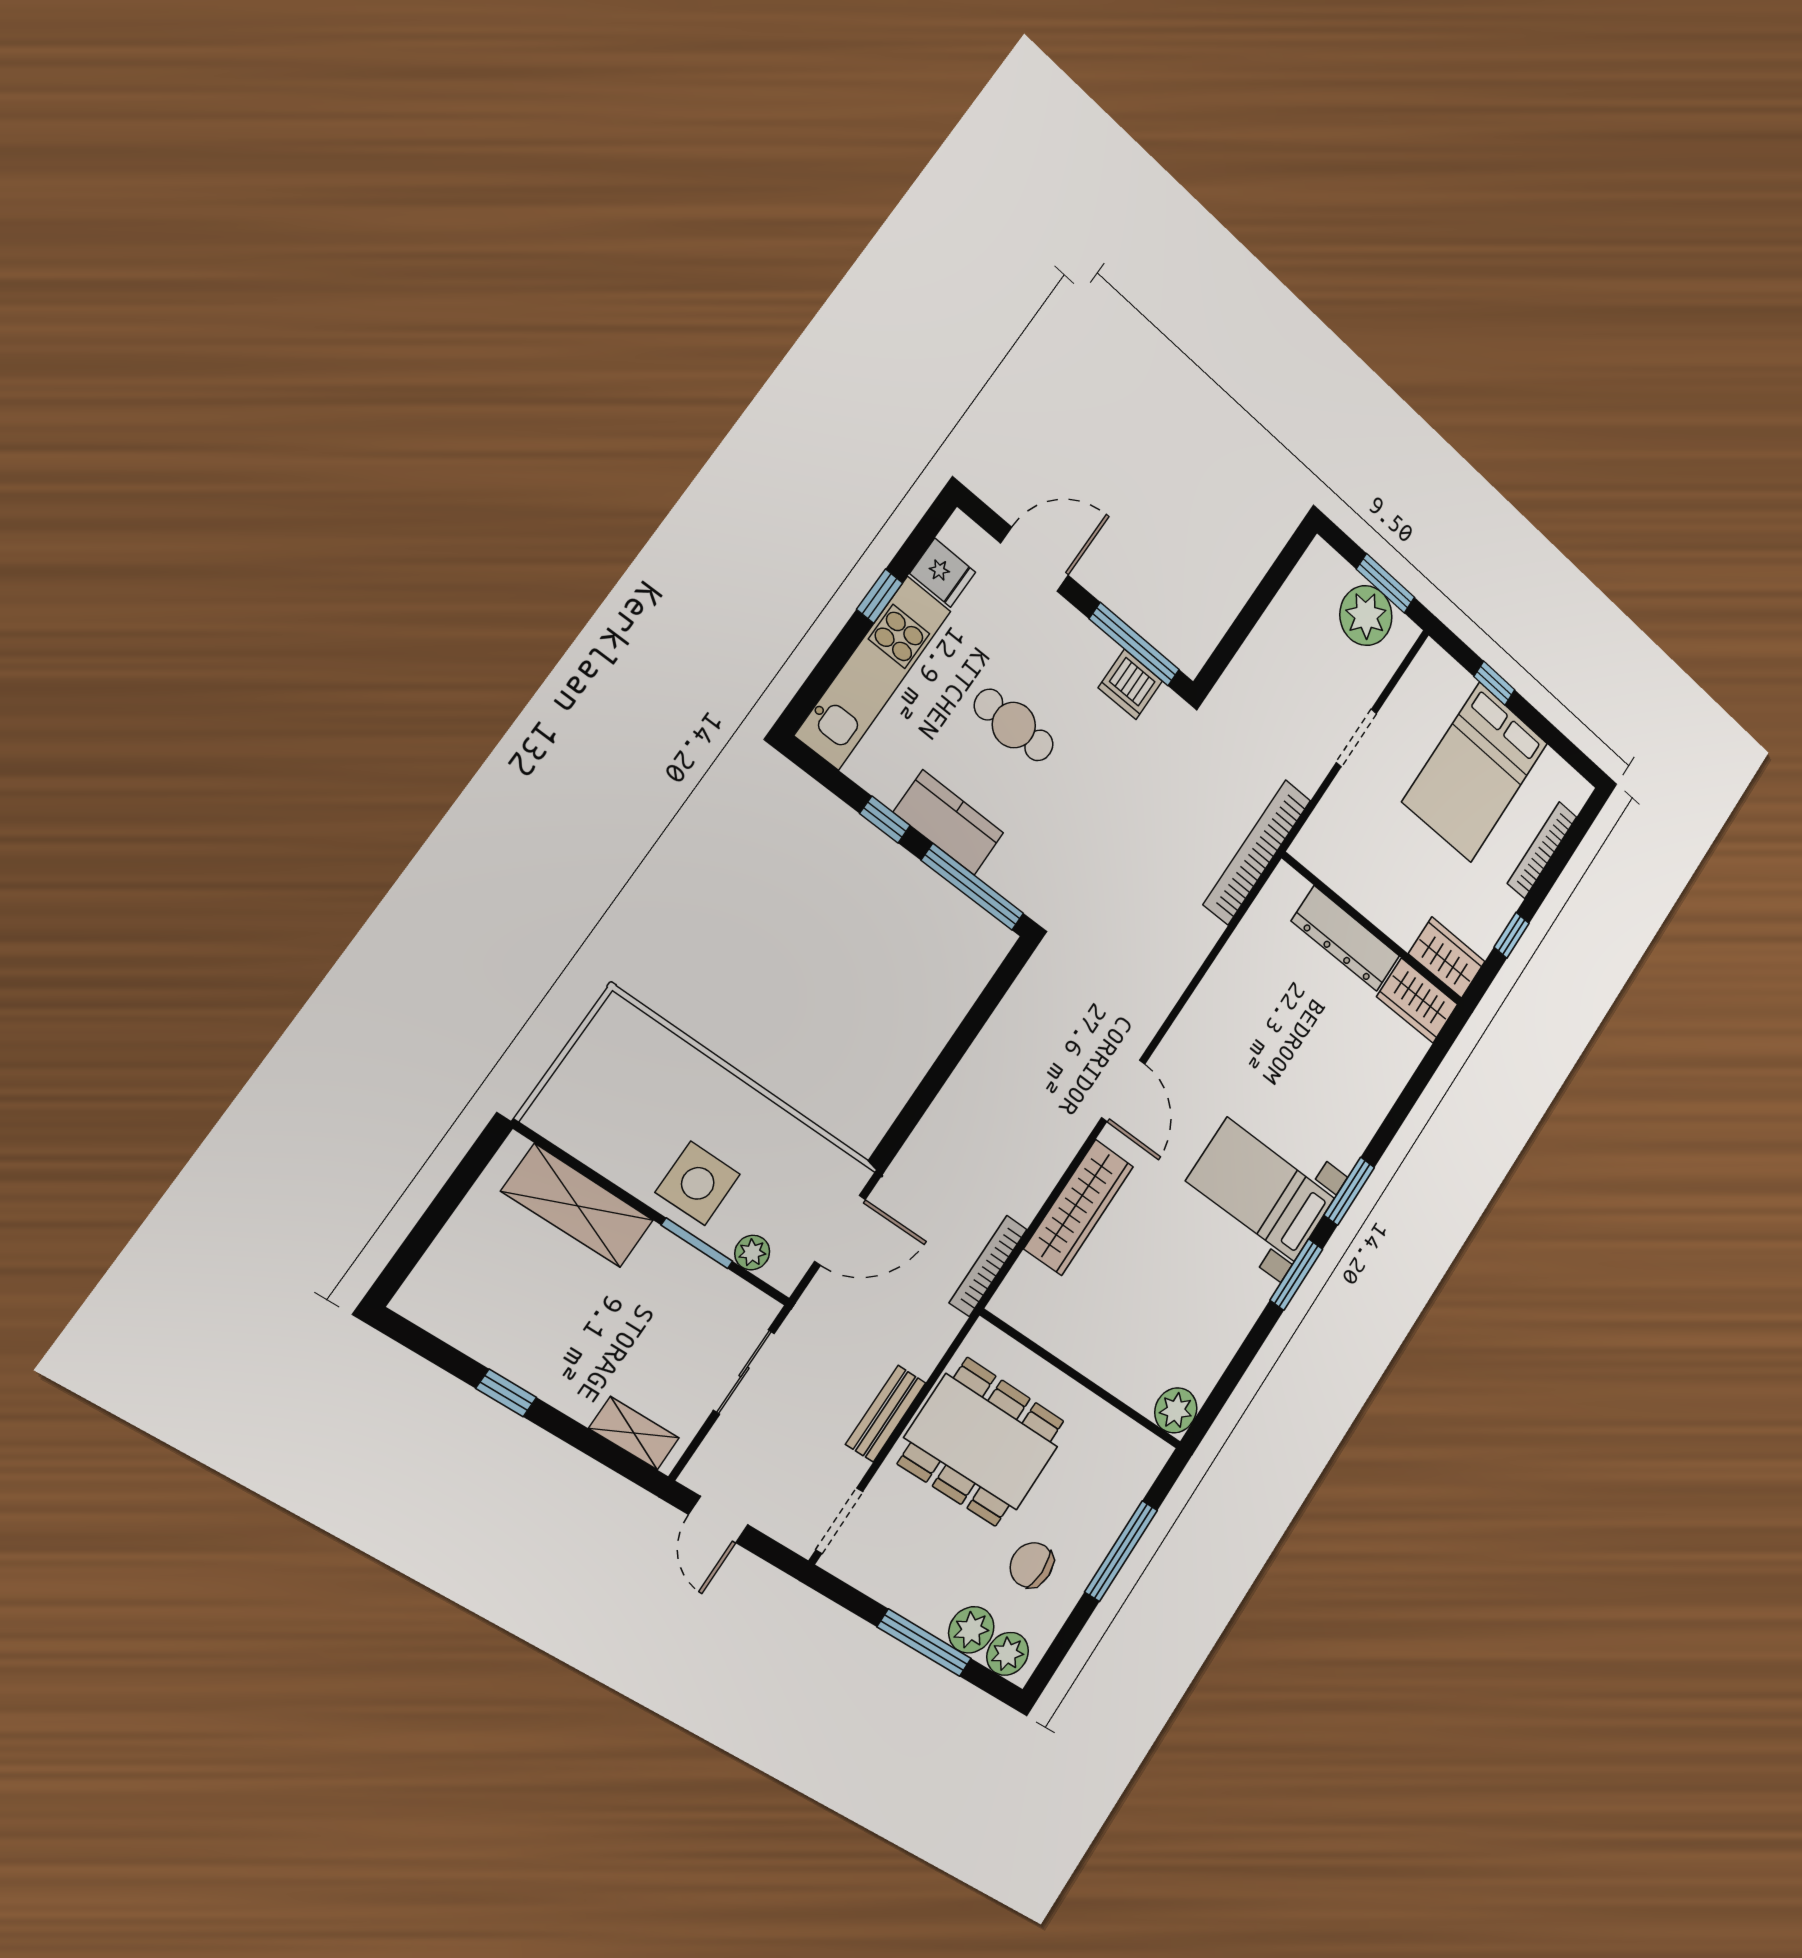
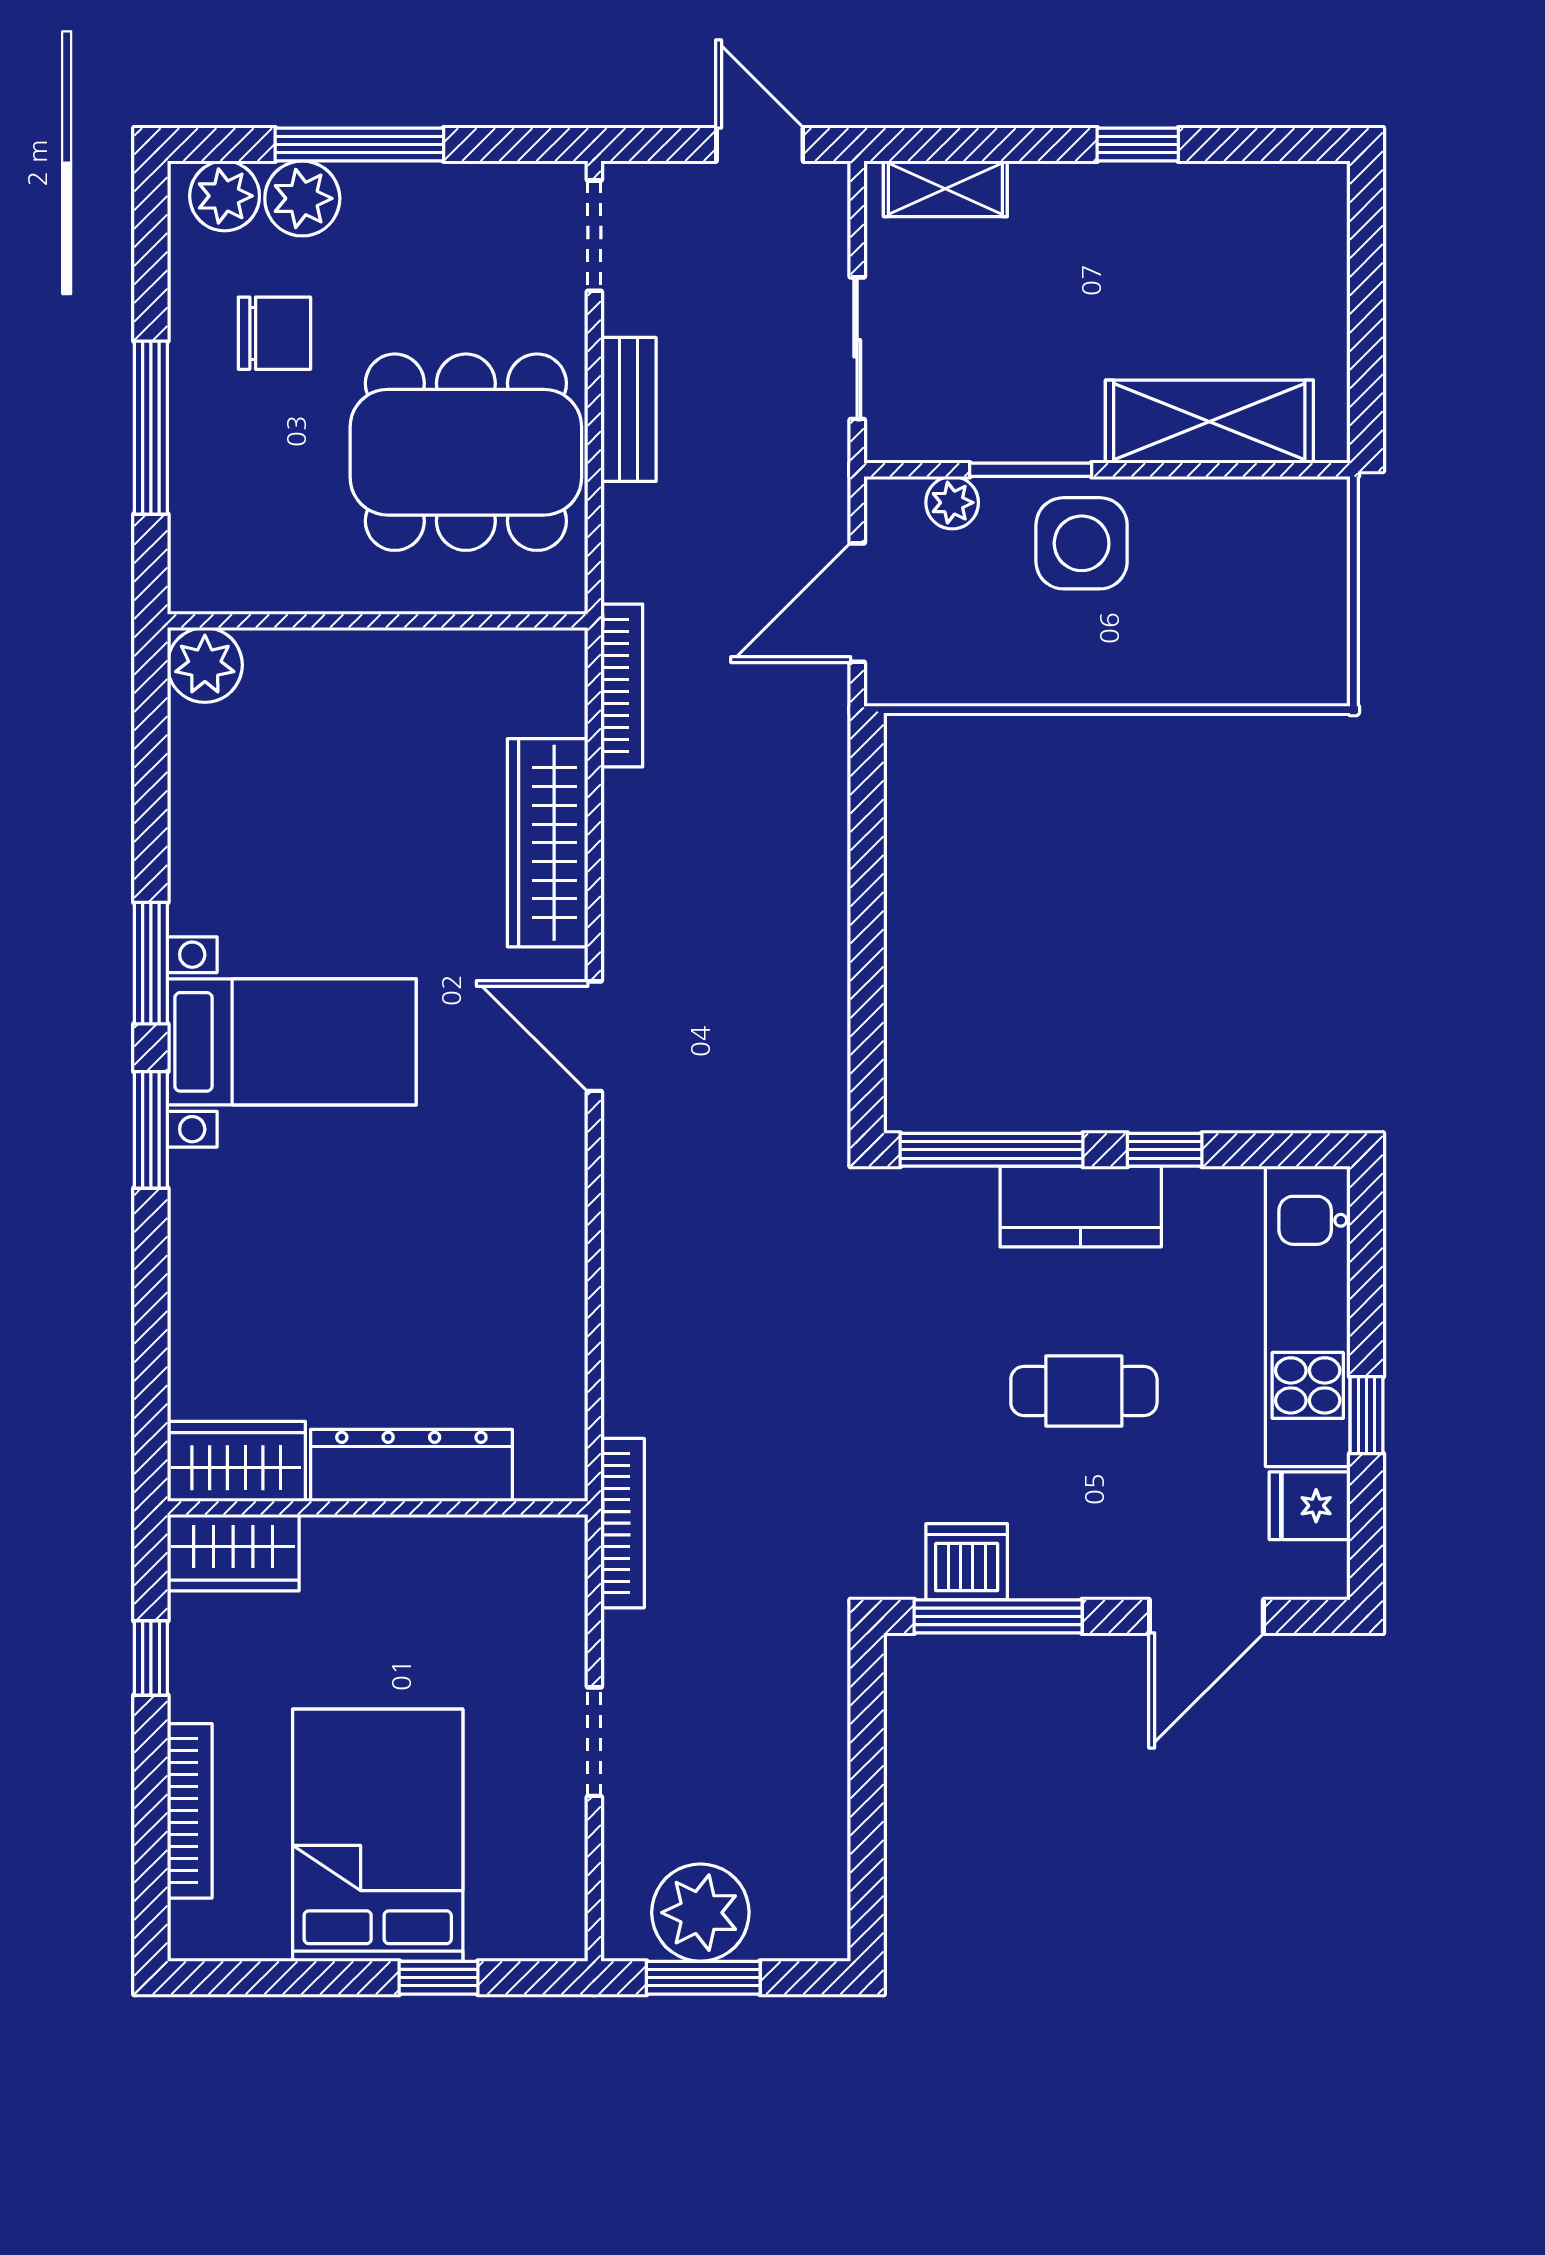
bookcase: (1257, 852) -> (623, 1523), width x0.68, depth x0.76

